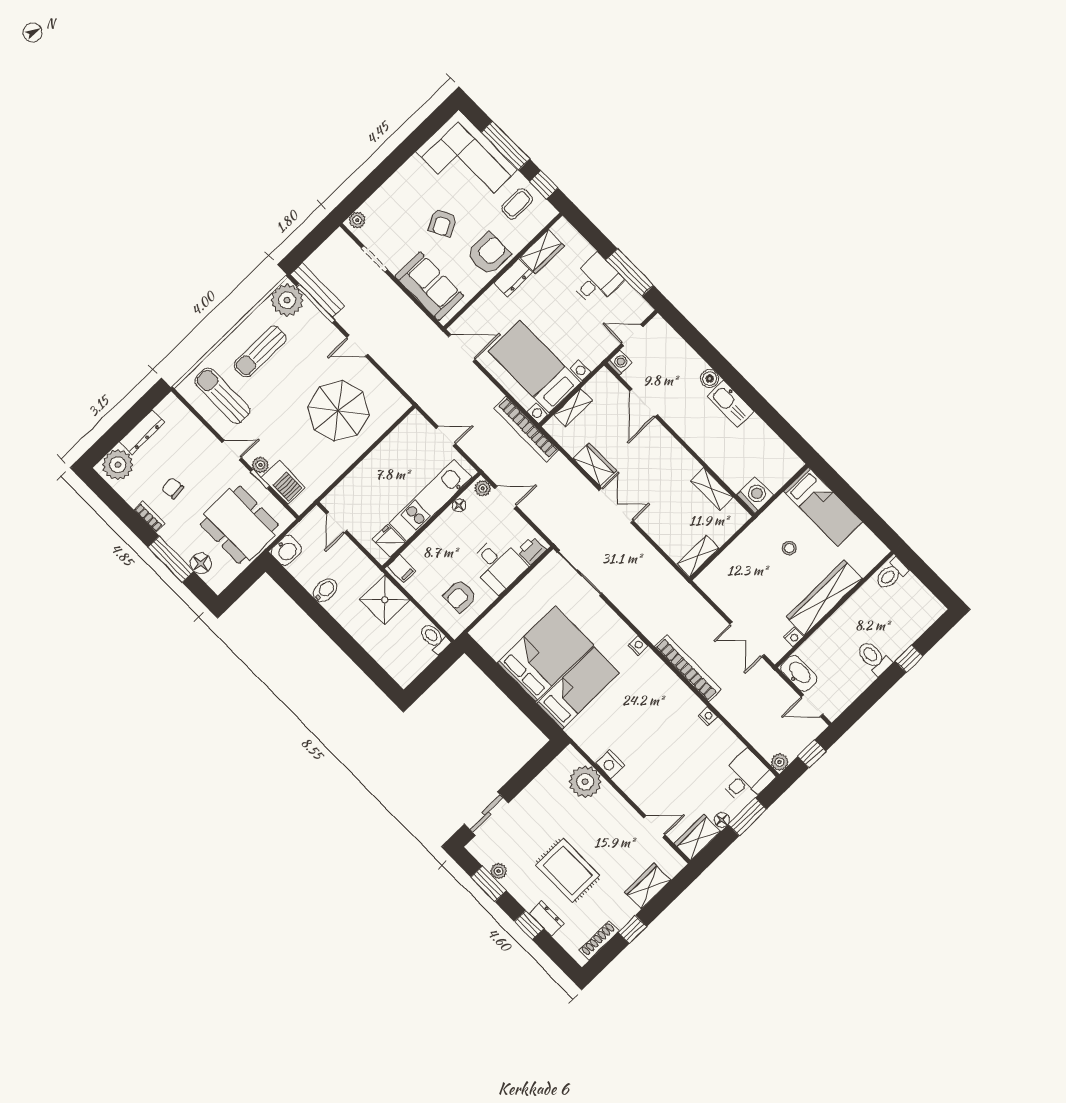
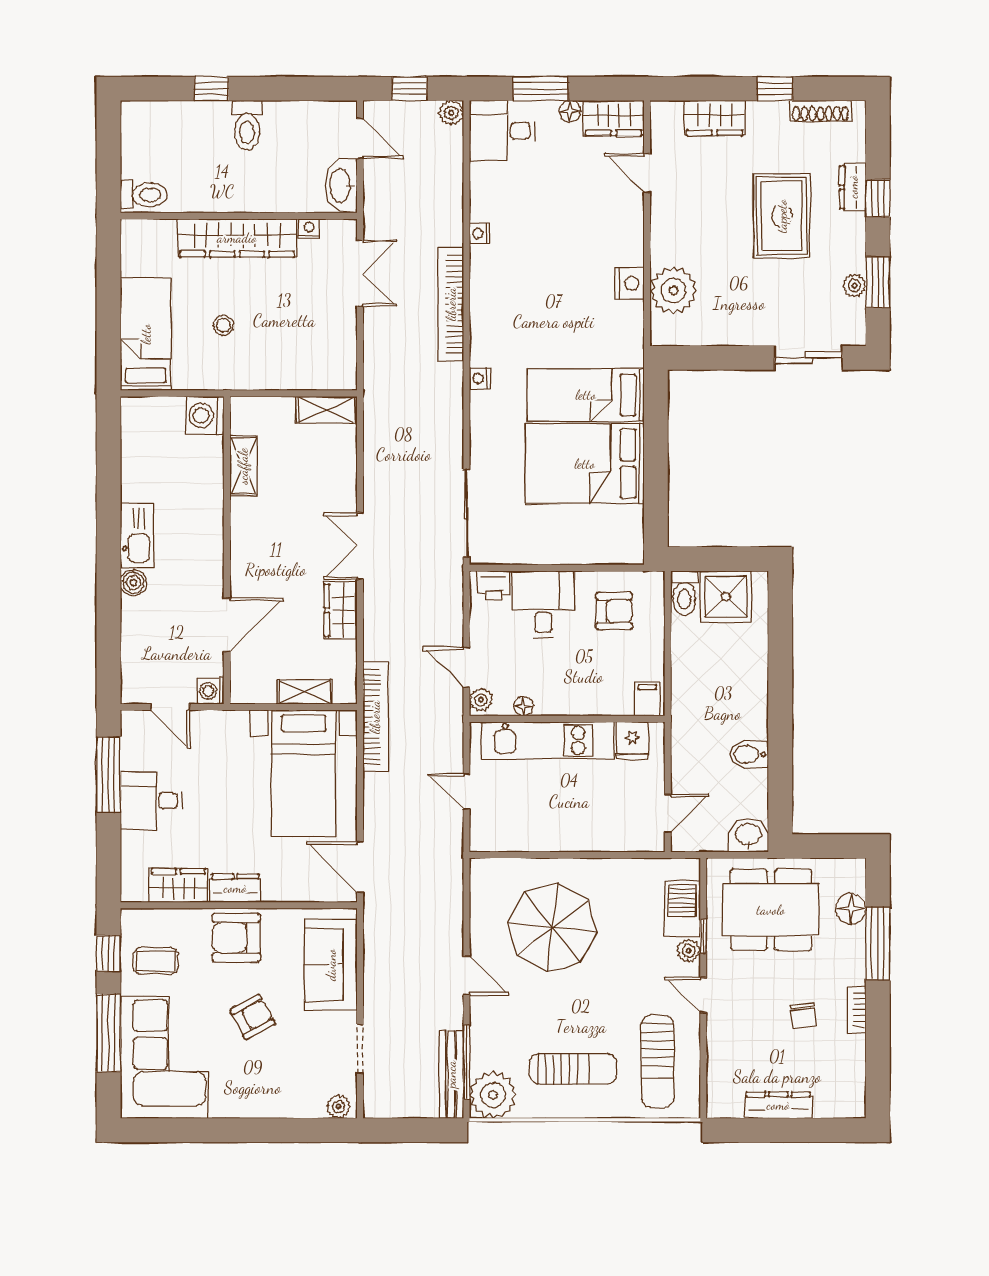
plant: (118, 465) -> (837, 1096), removed
dining table: (240, 525) -> (771, 910), turned 90
shower: (385, 600) -> (726, 597), moved

